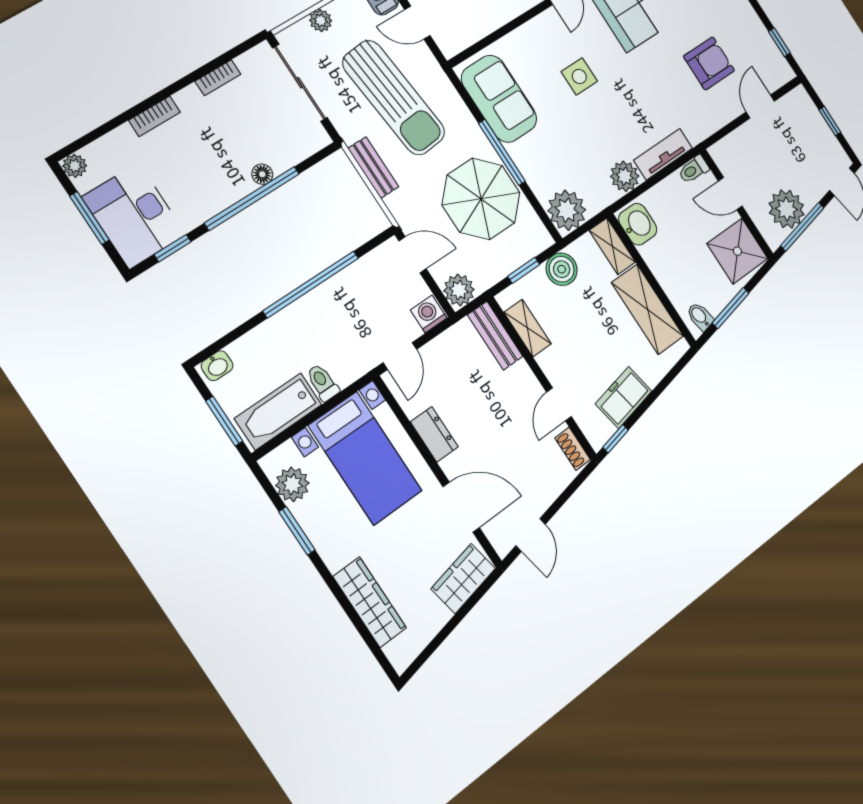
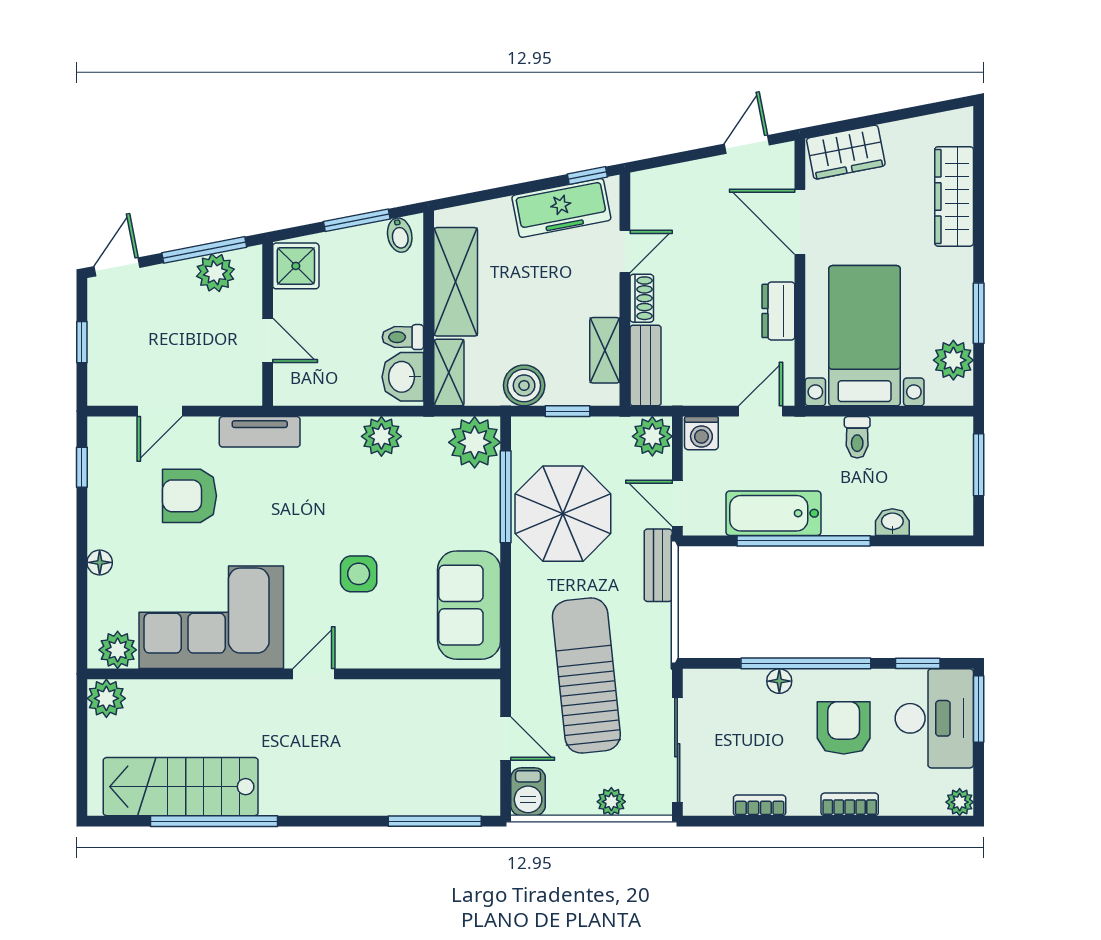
window: (502, 152) -> (506, 497), moved
tv unit: (663, 154) -> (260, 432), moved
bench: (373, 168) -> (658, 565), moved
armchair: (195, 169) -> (844, 728), added
toilet: (694, 169) -> (403, 337), moved, turned 180
plant: (787, 209) -> (215, 273), width x0.73, depth x0.73
window: (89, 218) -> (979, 709), moved
shower: (737, 251) -> (296, 266), width x0.73, depth x0.73
washbasin: (217, 366) -> (892, 522), moved
freezer: (624, 397) -> (561, 208), width x1.40
bathtub: (278, 411) -> (773, 513), moved, turned 180
shoe rack: (573, 449) -> (642, 298), moved

